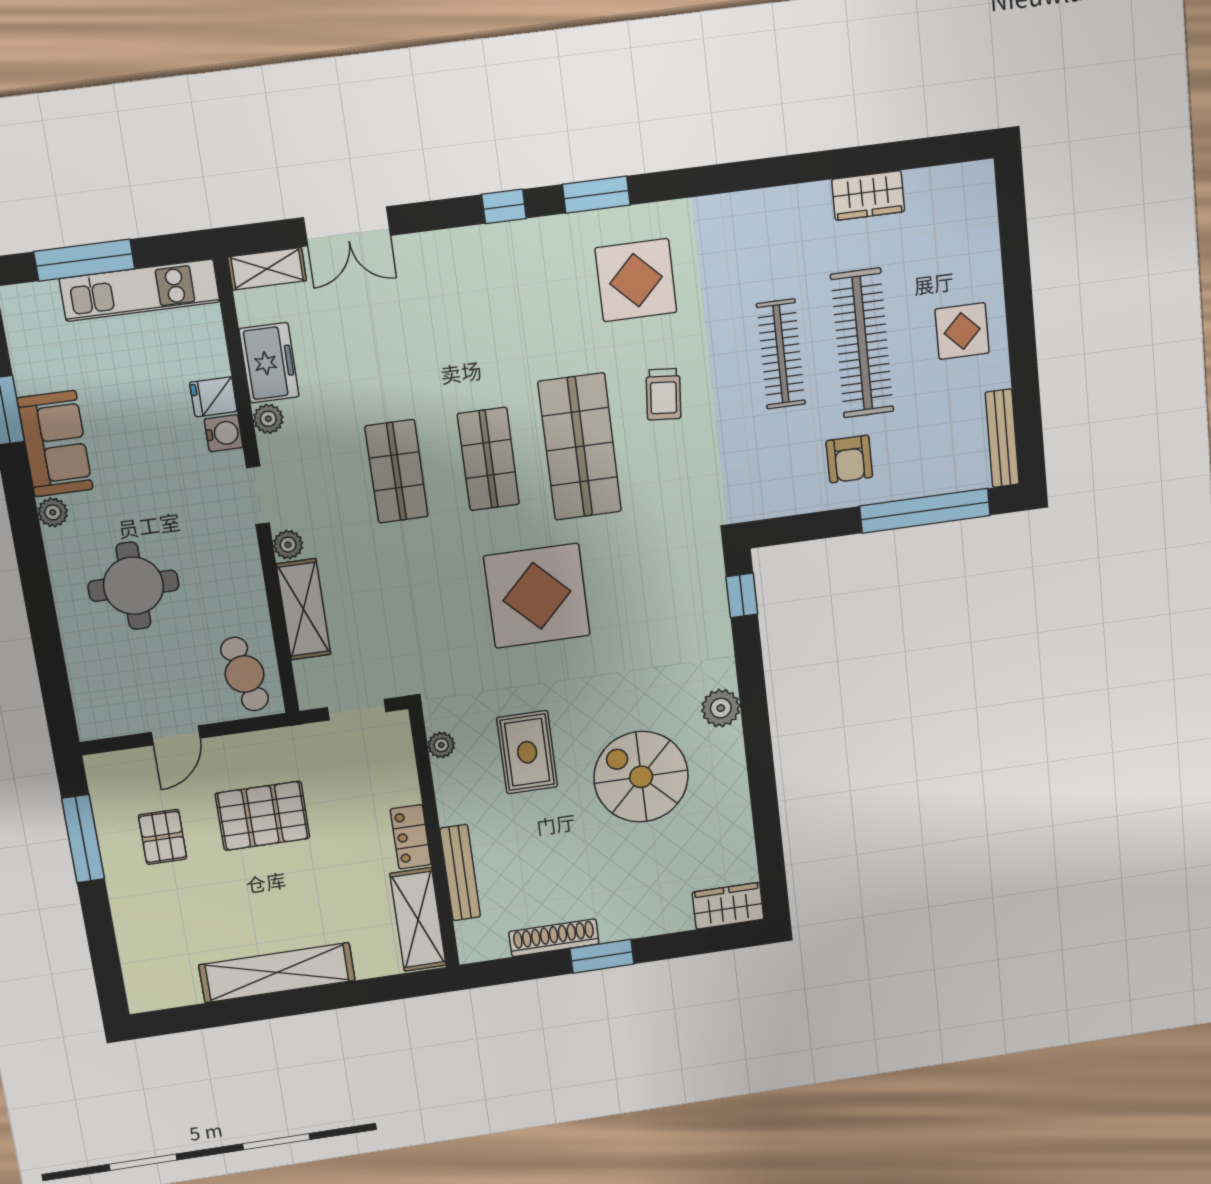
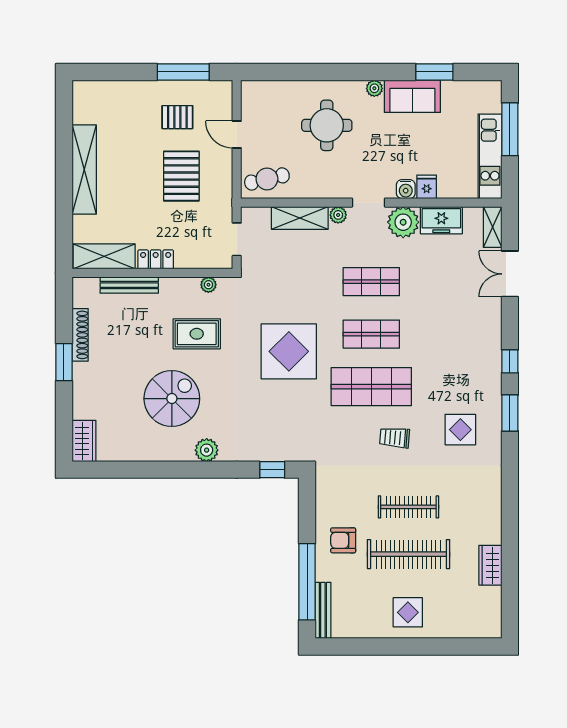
display table: (636, 280) -> (460, 430), width x0.73, depth x0.73
plant: (268, 419) -> (403, 222), width x1.87, depth x1.87
bench: (1002, 438) -> (323, 610), moved, turned 90

